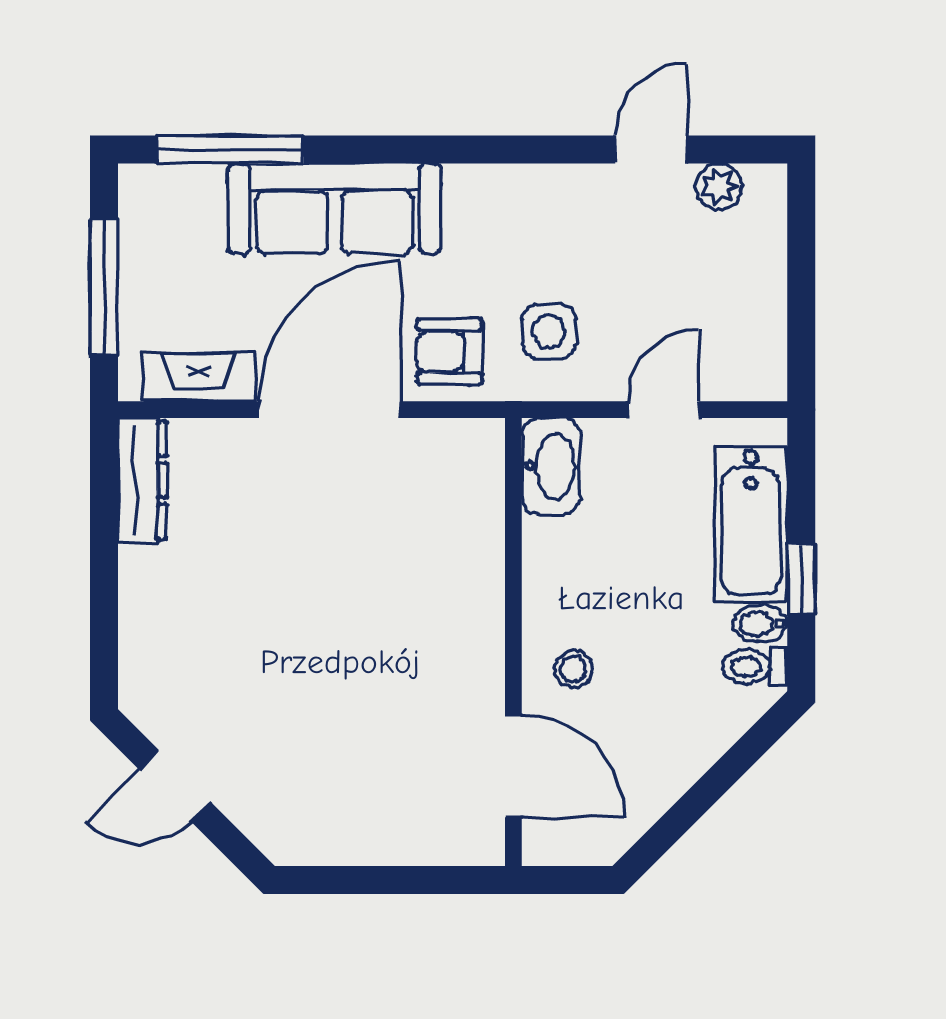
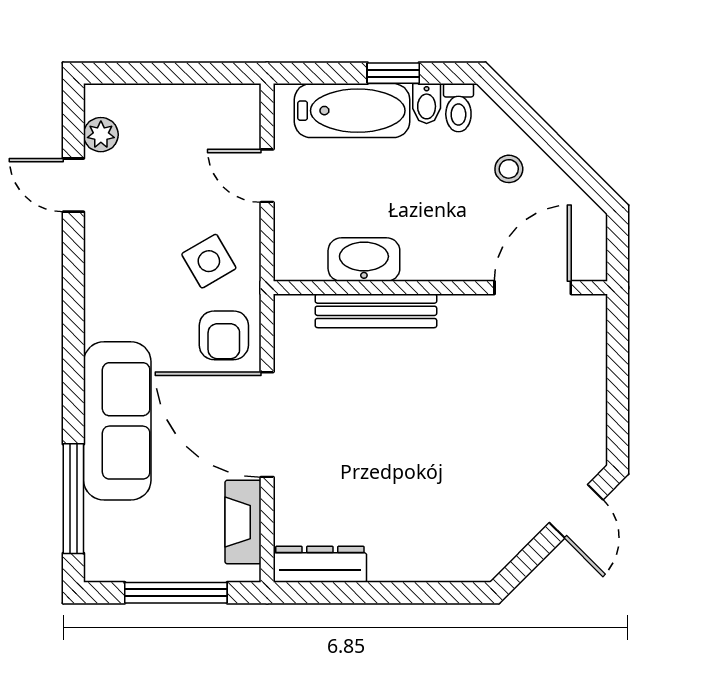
side table: (549, 331) -> (209, 261), turned -30
washbasin: (551, 466) -> (364, 260), moved
bench: (482, 556) -> (376, 311), added
stool: (573, 669) -> (509, 169), moved
door: (175, 786) -> (576, 511), moved

